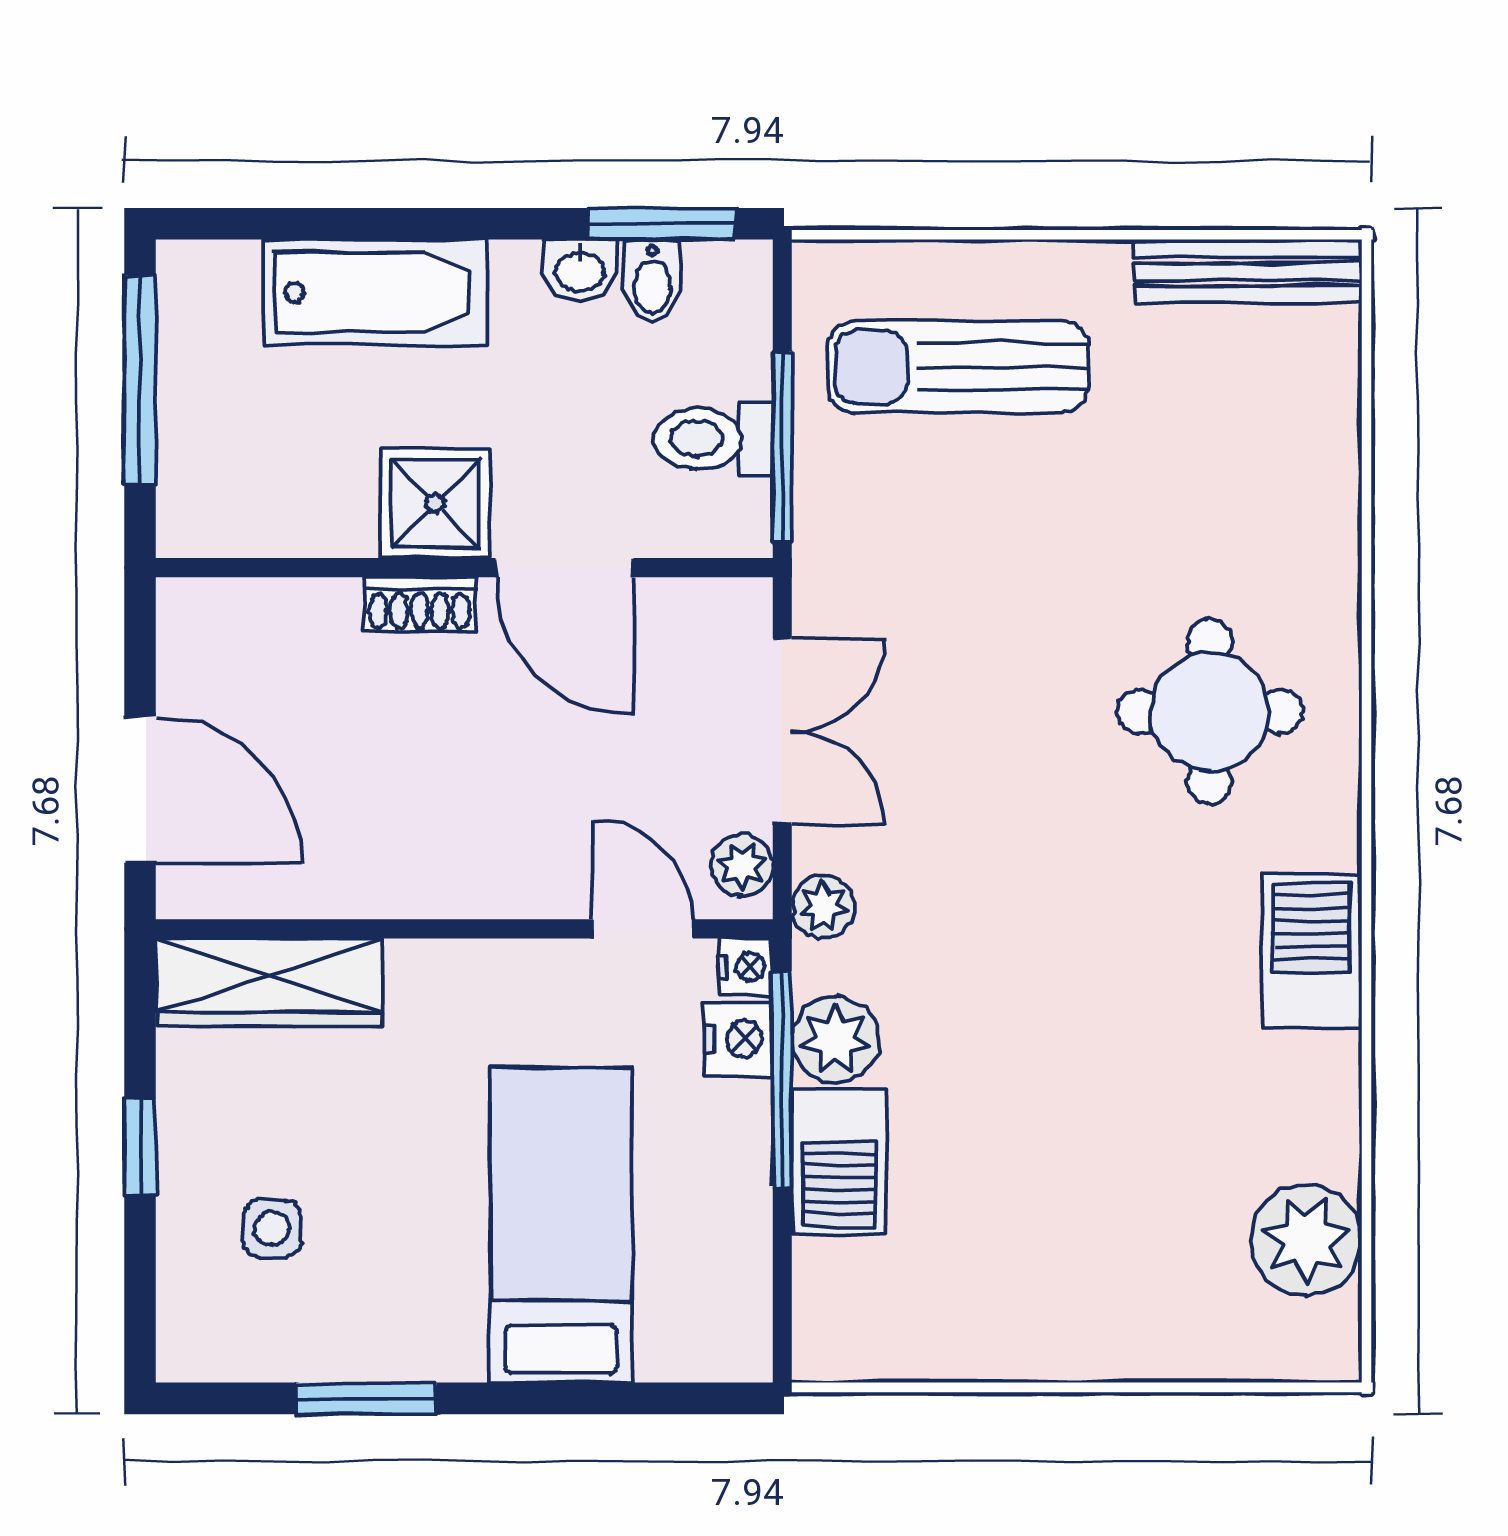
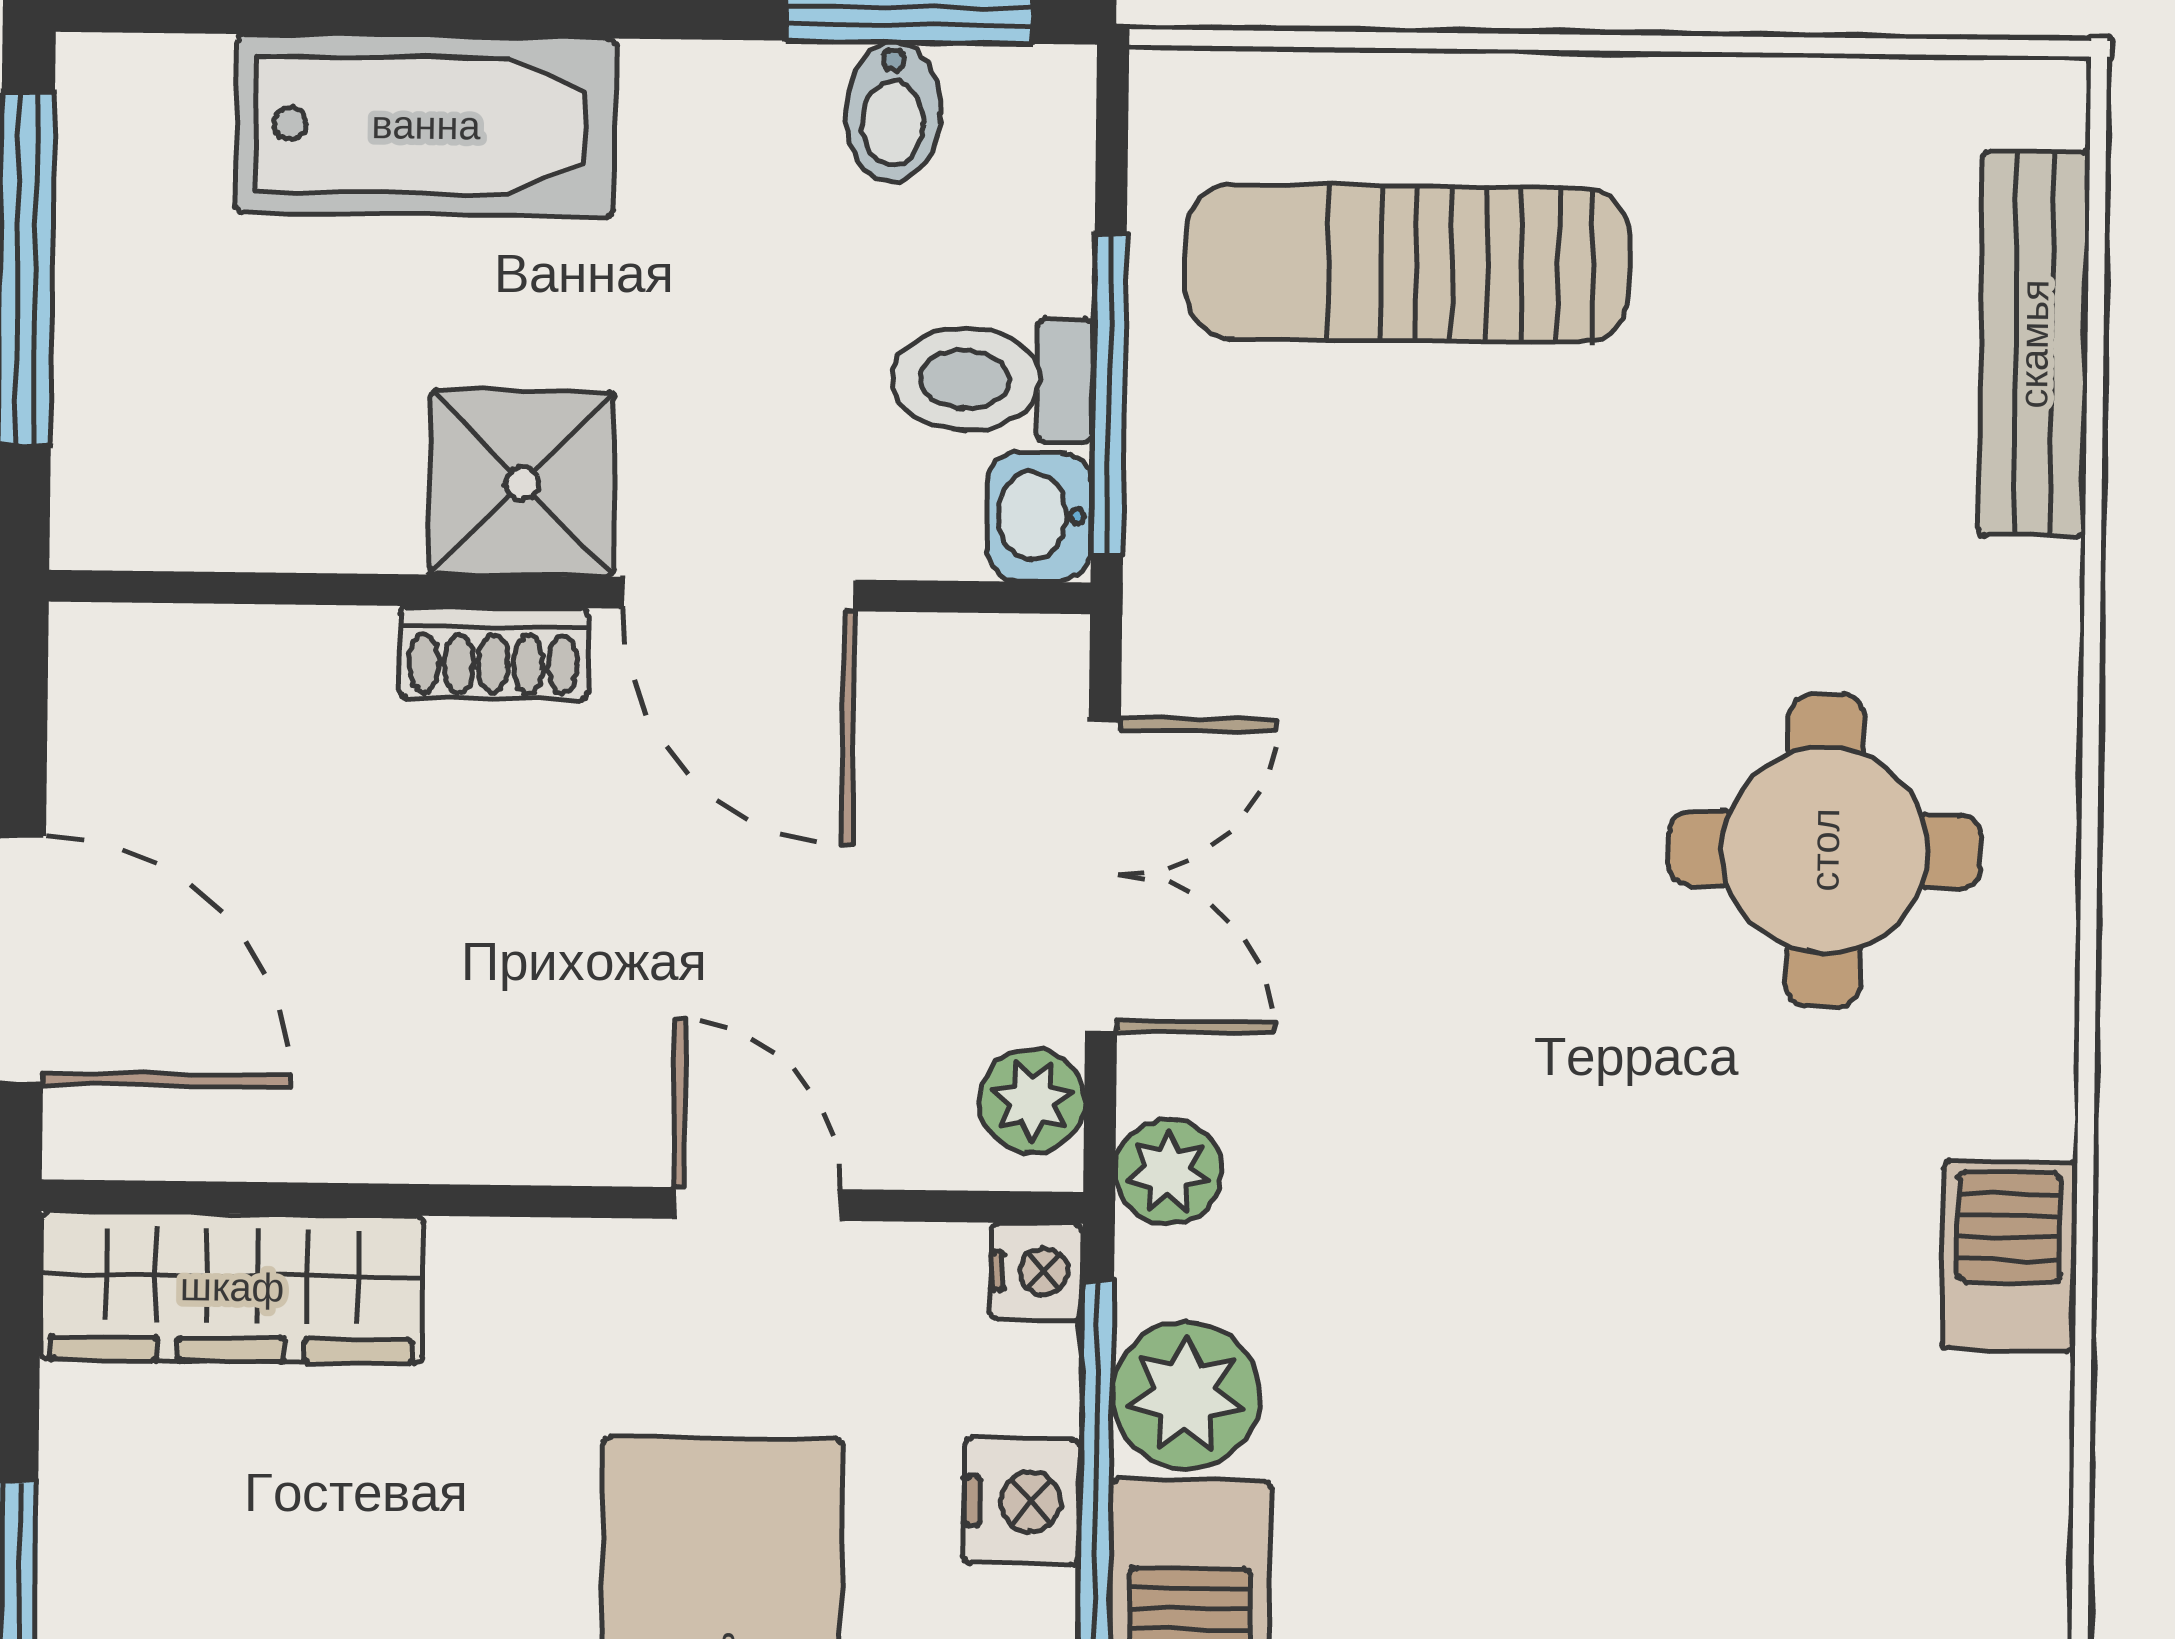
washbasin: (580, 270) -> (1039, 516), moved, turned 90
bench: (1248, 271) -> (2034, 344), moved, turned 90
door: (643, 929) -> (757, 1204), moved
barbecue: (1311, 950) -> (2009, 1256), width x0.73, depth x0.79
nightstand: (739, 1039) -> (1022, 1501), moved

